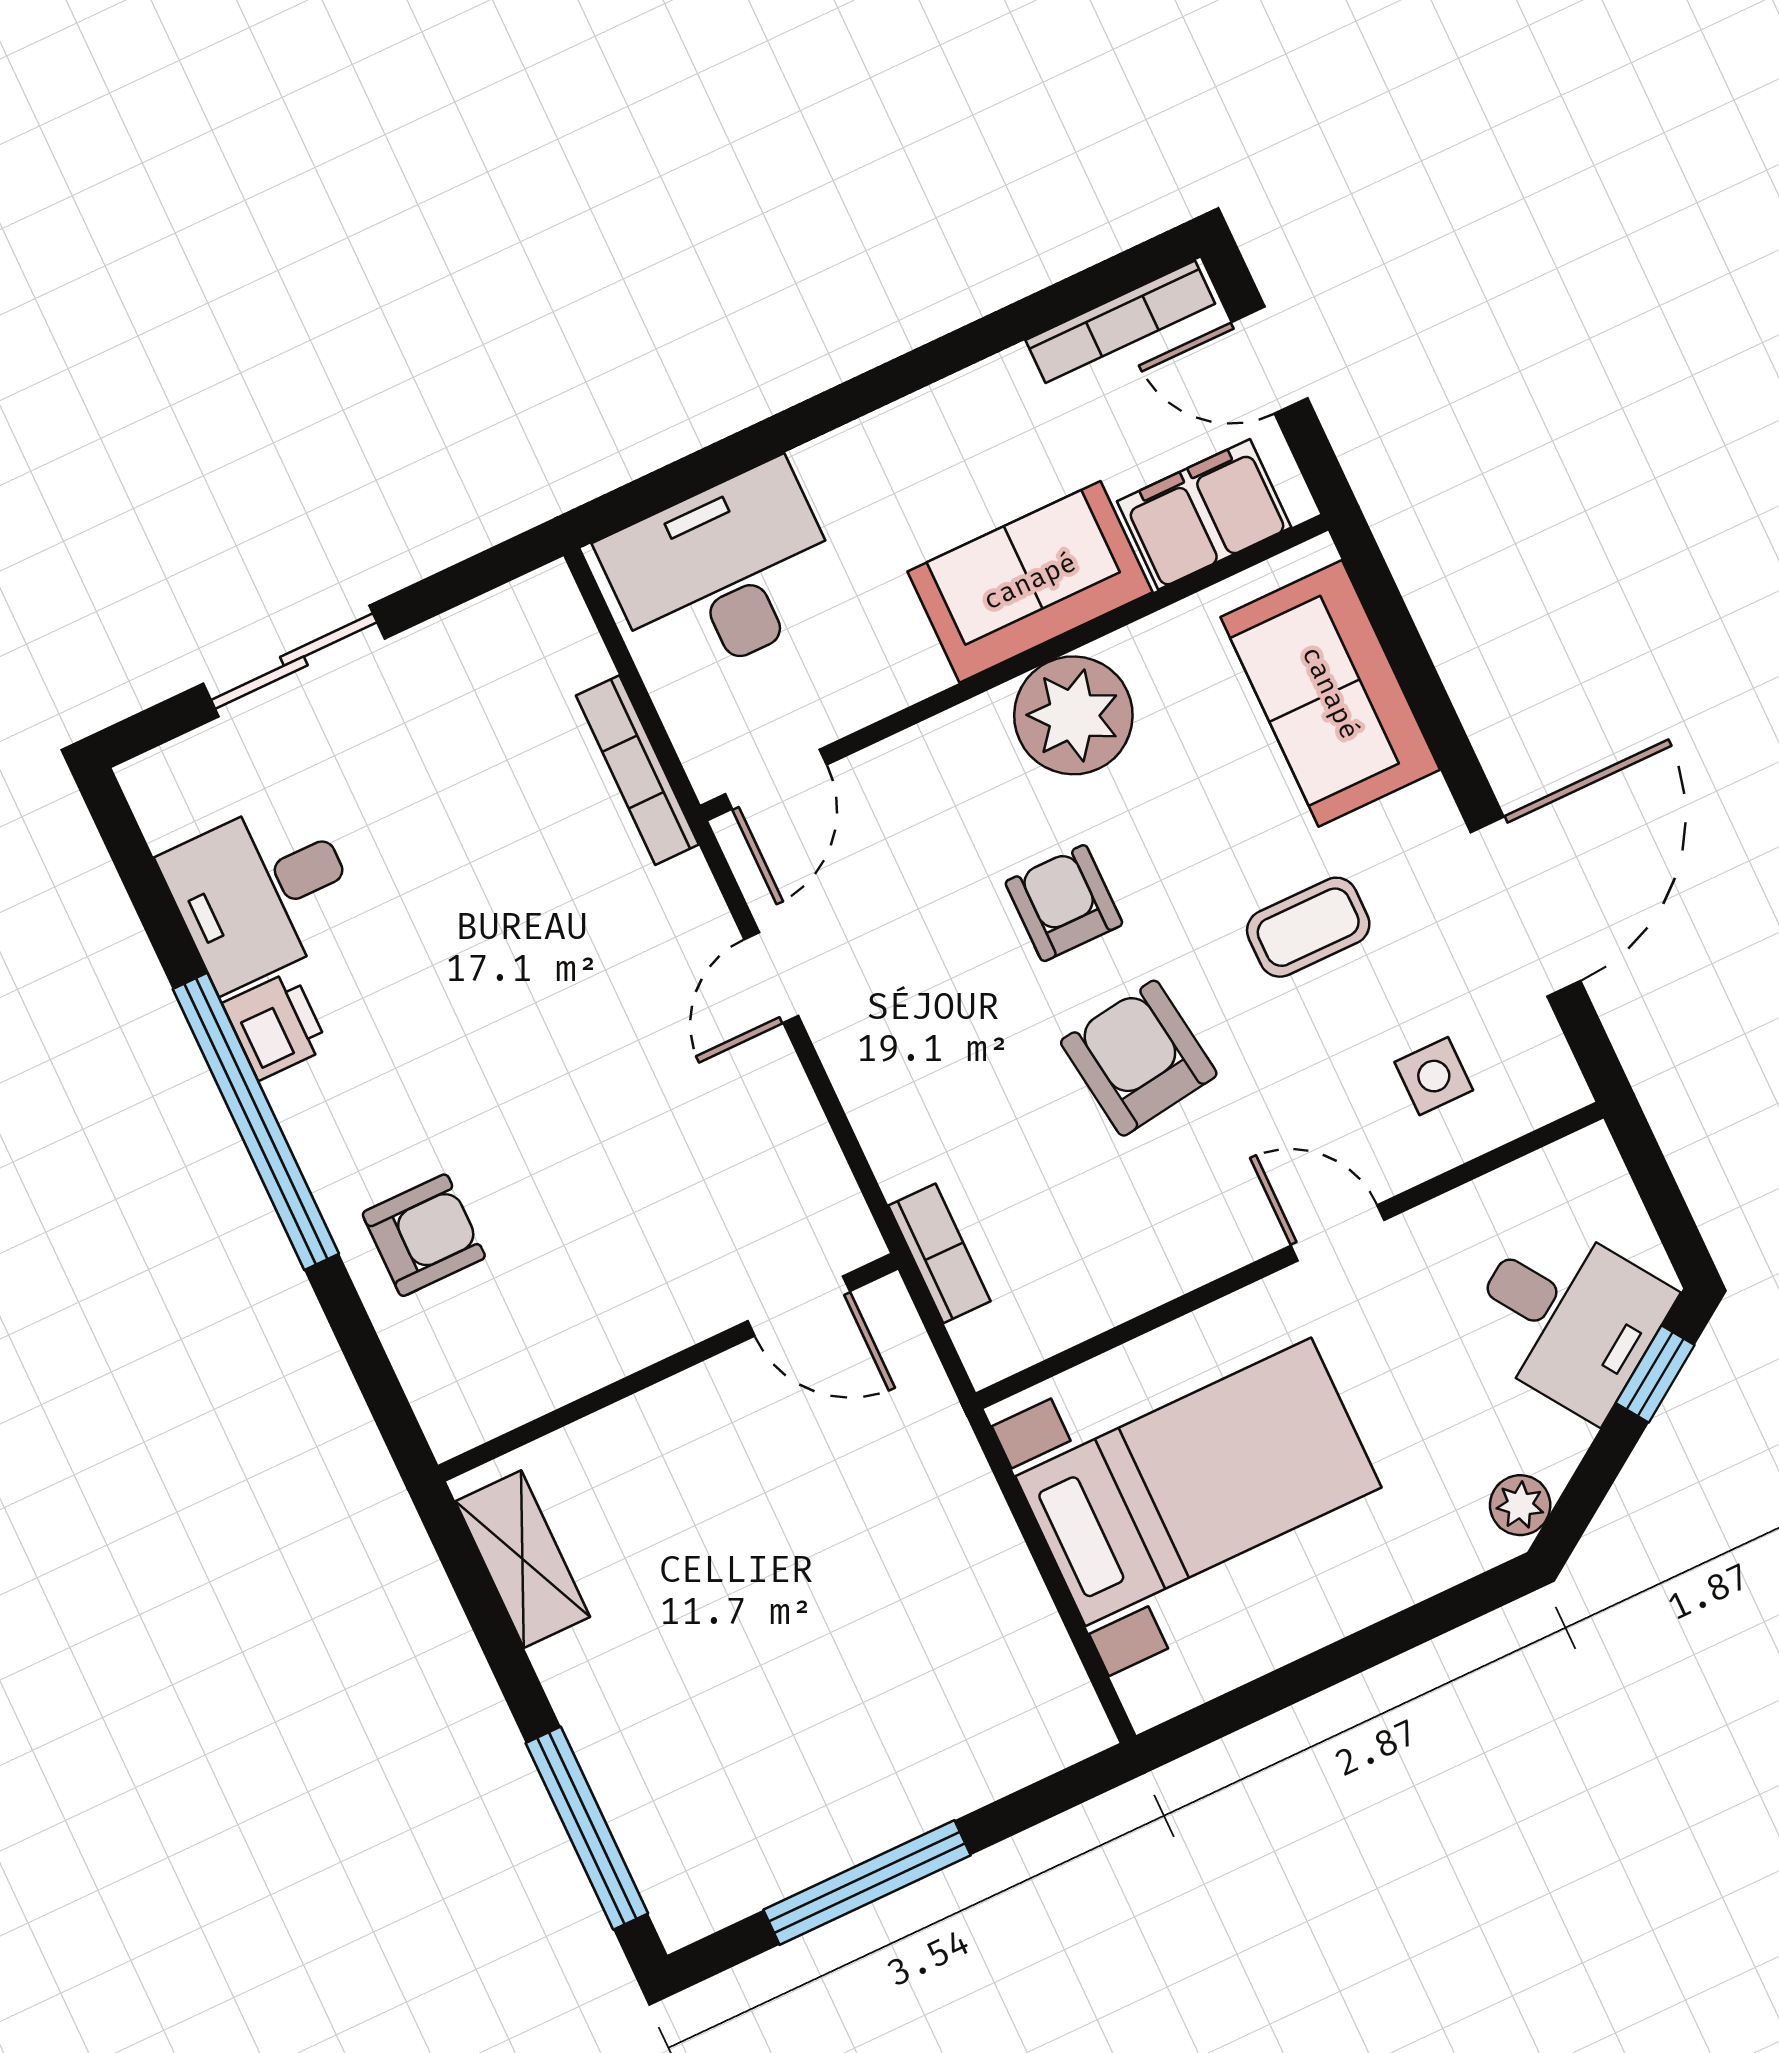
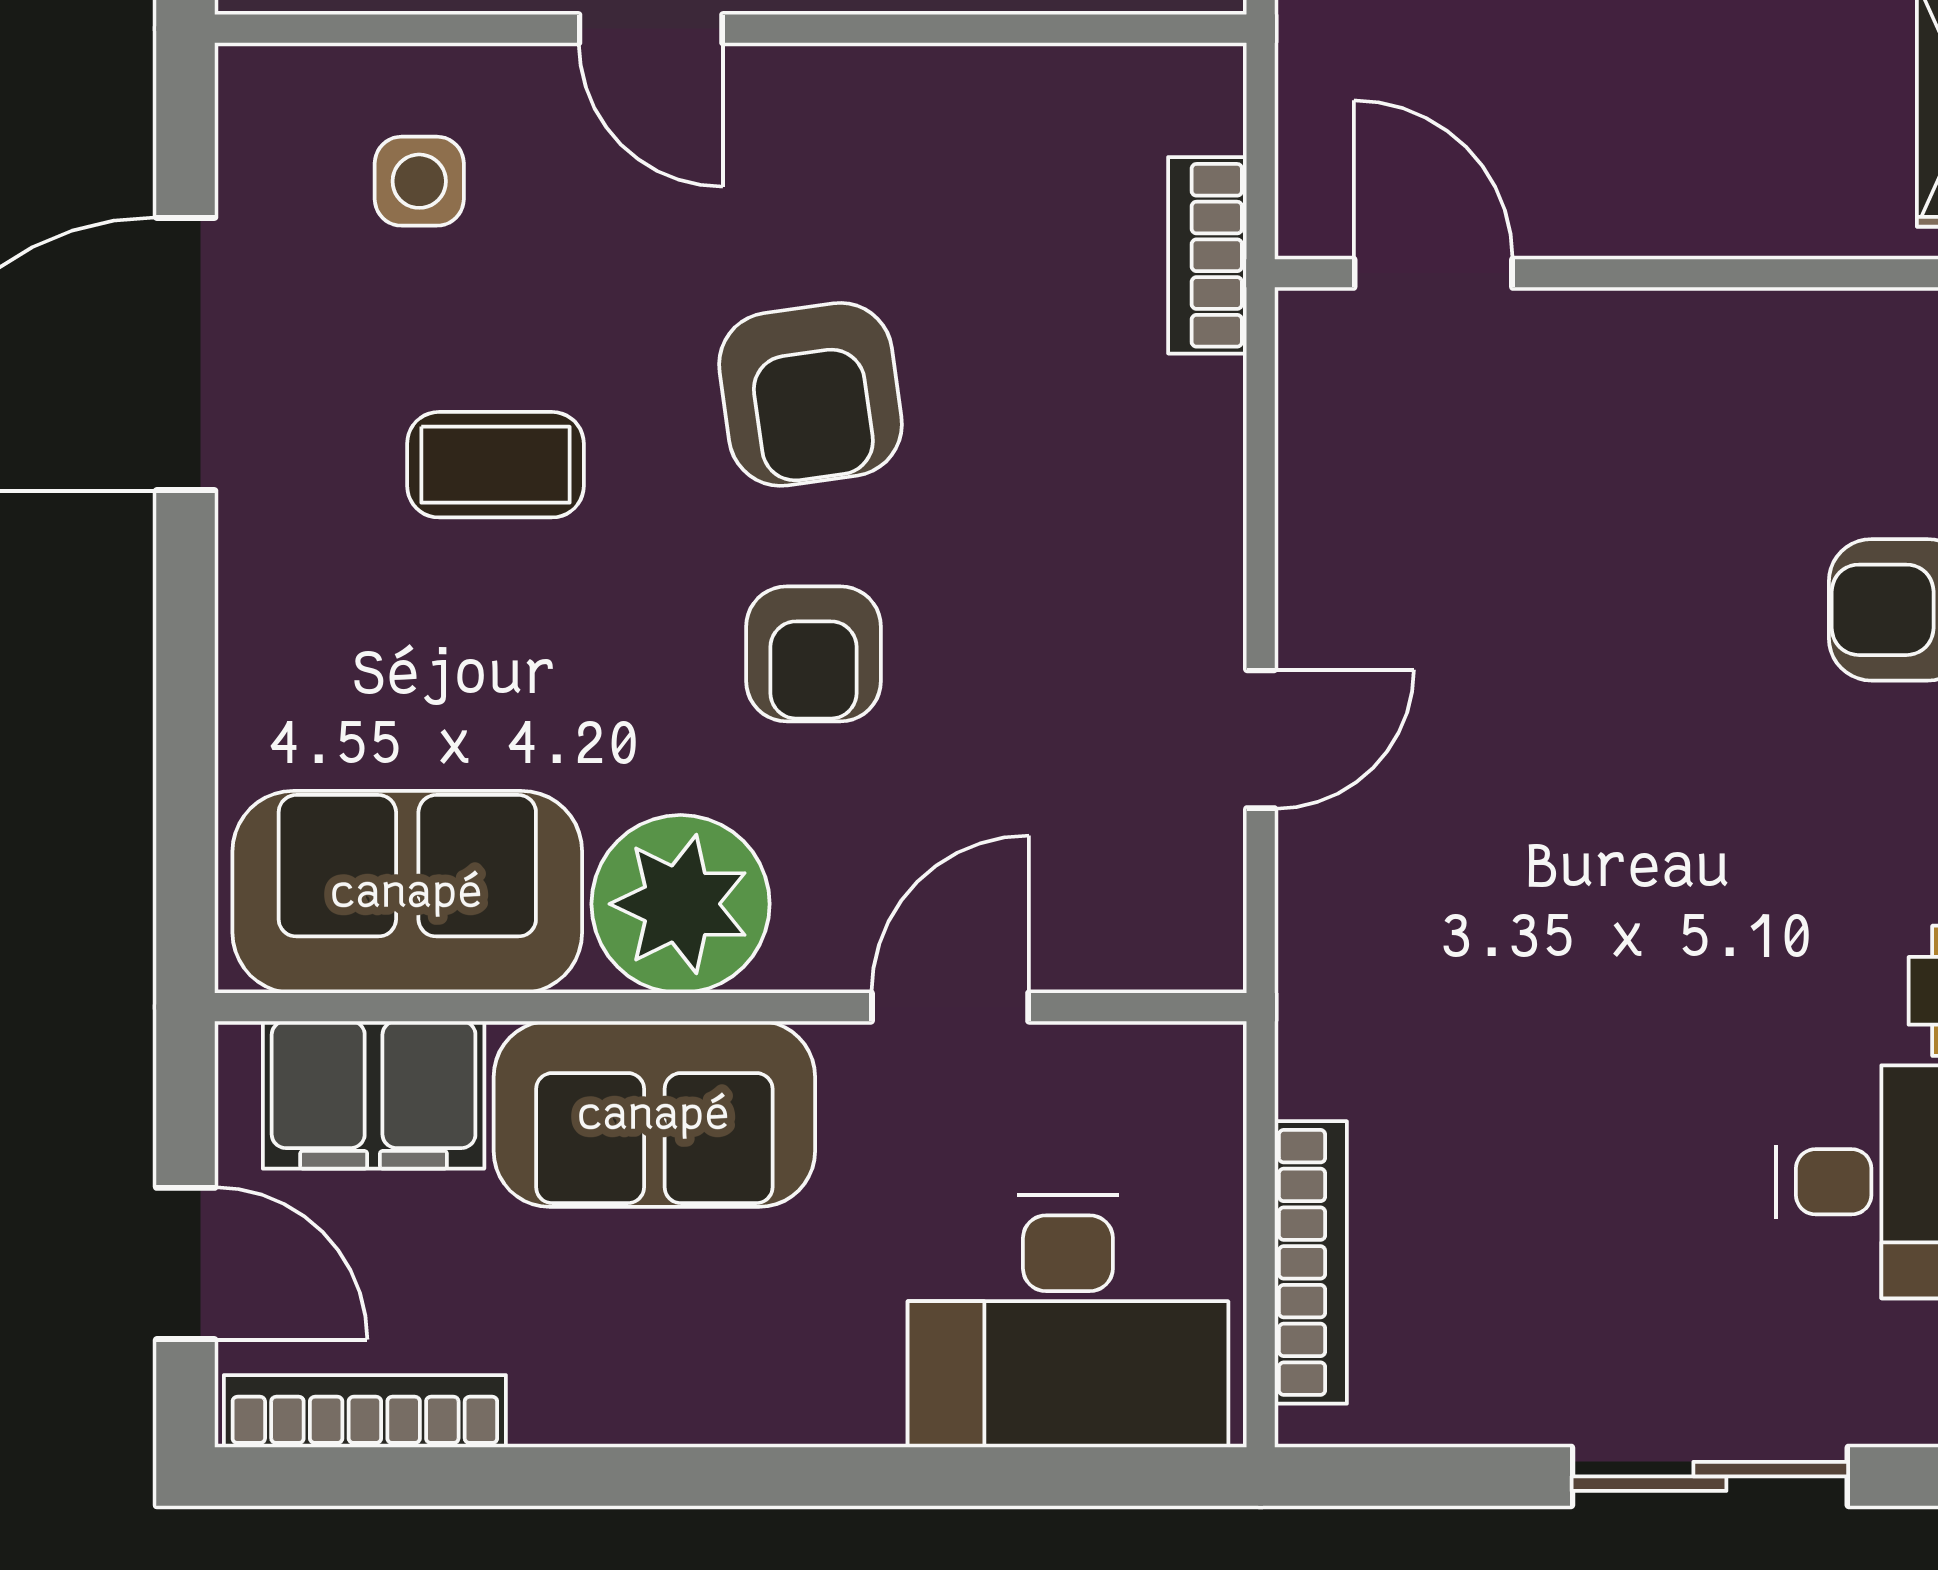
sofa: (1330, 693) -> (407, 892), moved, turned -90
bookcase: (637, 770) -> (1311, 1262), moved
door: (776, 779) -> (950, 1007), moved

